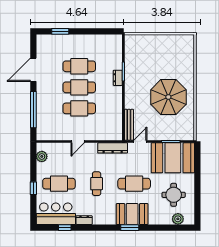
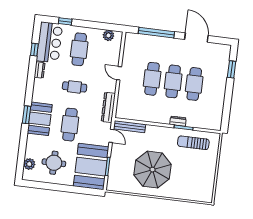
sun lounger: (137, 60) -> (193, 143), added
window: (33, 188) -> (65, 21), moved

